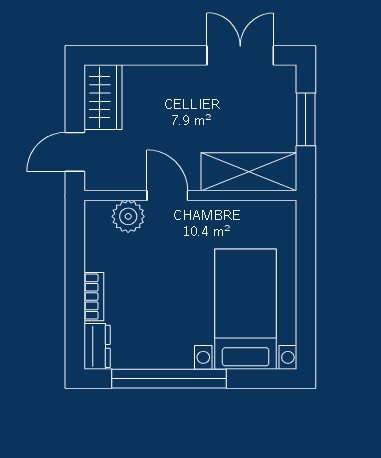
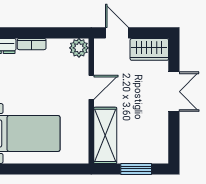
double door: (240, 55) -> (174, 92), moved
plant: (128, 216) -> (79, 48), moved

